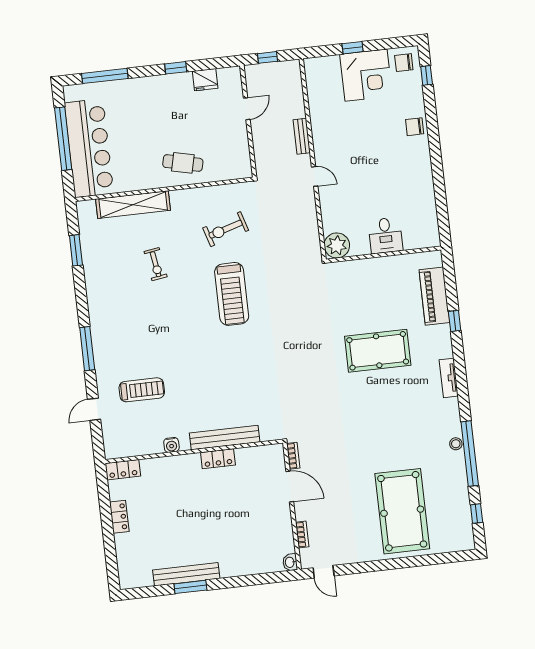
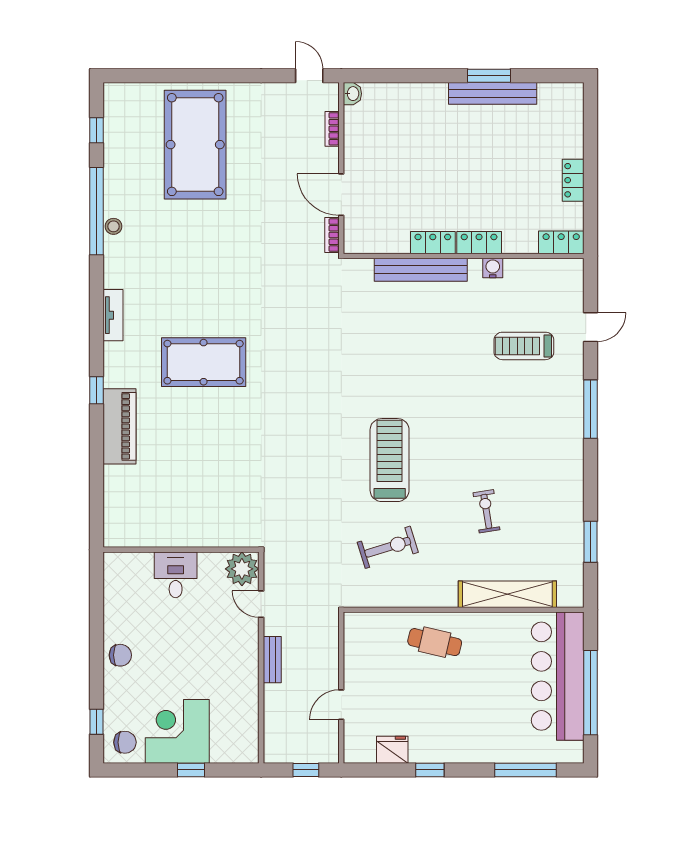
desk: (385, 235) -> (176, 575), moved
plant: (337, 245) -> (242, 569), moved
wall: (384, 254) -> (181, 550), moved
locker: (184, 463) -> (479, 243), added

